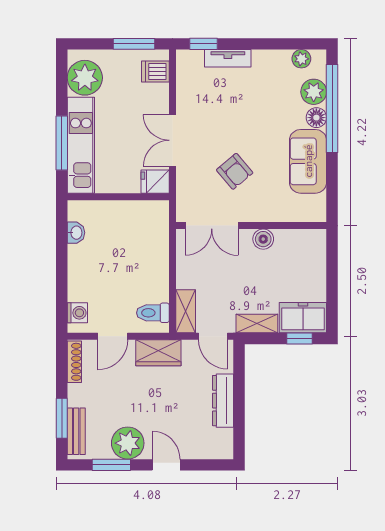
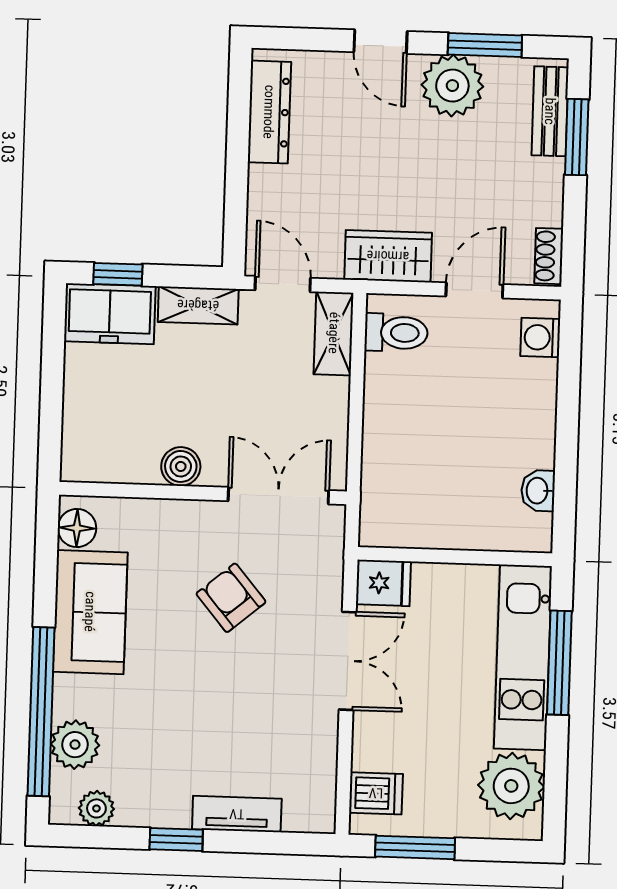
window: (203, 44) -> (176, 839), moved
floor lamp: (316, 118) -> (77, 528), moved
shoe rack: (74, 362) -> (549, 256), width x0.70
dresser: (223, 401) -> (269, 112), moved

